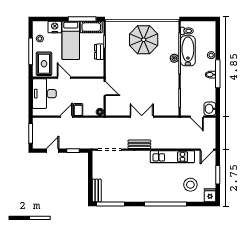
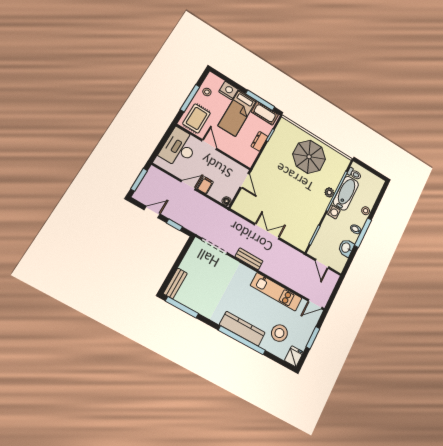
washing machine: (186, 72) -> (334, 212), added
washbasin: (210, 109) -> (346, 248), moved
kitchen counter: (161, 196) -> (242, 329), added

